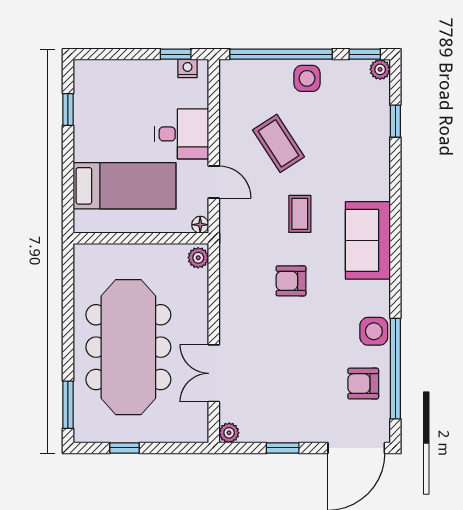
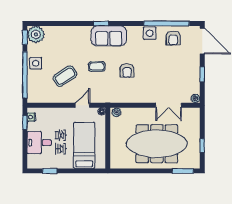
plant: (380, 69) -> (36, 34), width x1.88, depth x1.88
window: (395, 121) -> (101, 23), moved
desk: (182, 134) -> (39, 143), moved, turned -90

